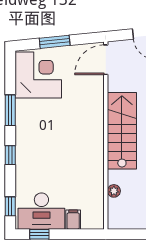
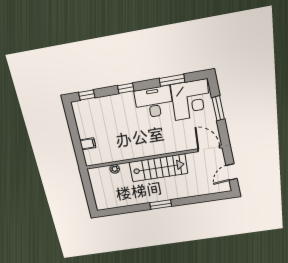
window: (10, 110) -> (172, 80), moved
desk: (41, 211) -> (154, 102), moved, turned 90
window: (39, 234) -> (71, 121), removed

